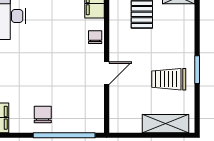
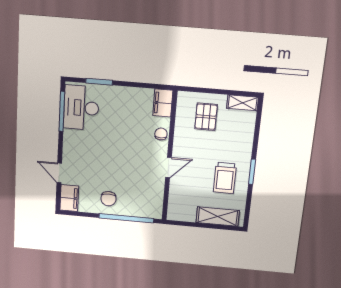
trolley: (169, 79) -> (225, 178), turned -90
chair: (43, 114) -> (108, 199), turned 180

